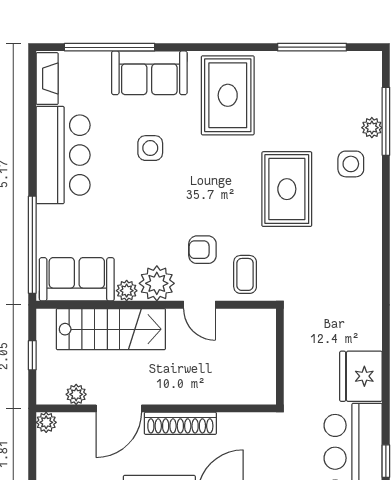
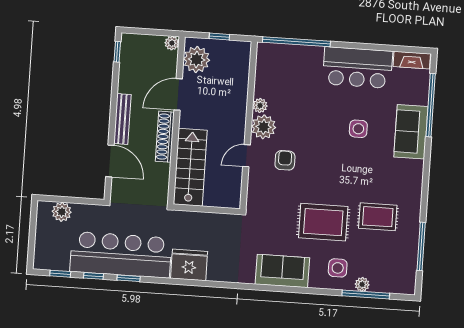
rug: (228, 95) -> (378, 217), moved, width x0.73, depth x0.70
coffee table: (245, 274) -> (266, 189), removed
sofa: (77, 279) -> (282, 271), moved, turned -90
stairs: (111, 329) -> (190, 167), moved, turned 180
plant: (76, 394) -> (197, 59), width x1.87, depth x1.87
door: (119, 408) -> (178, 94), hinge flipped

